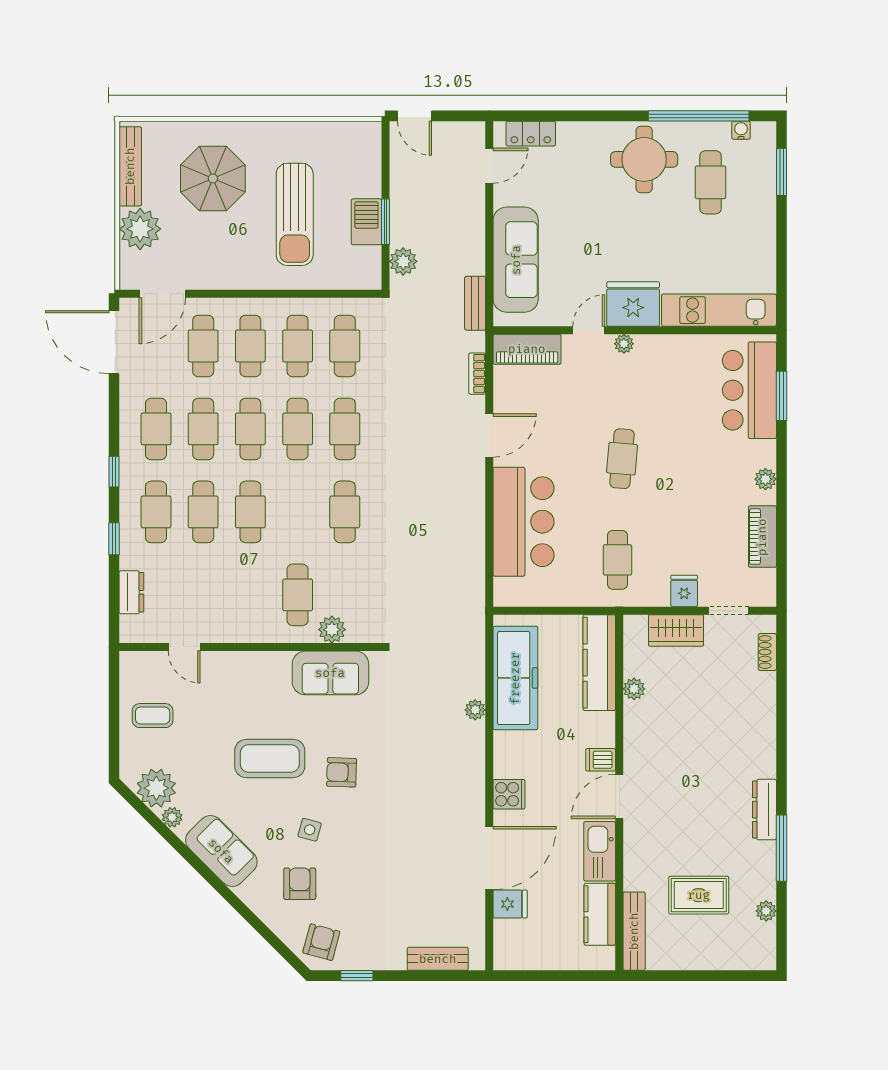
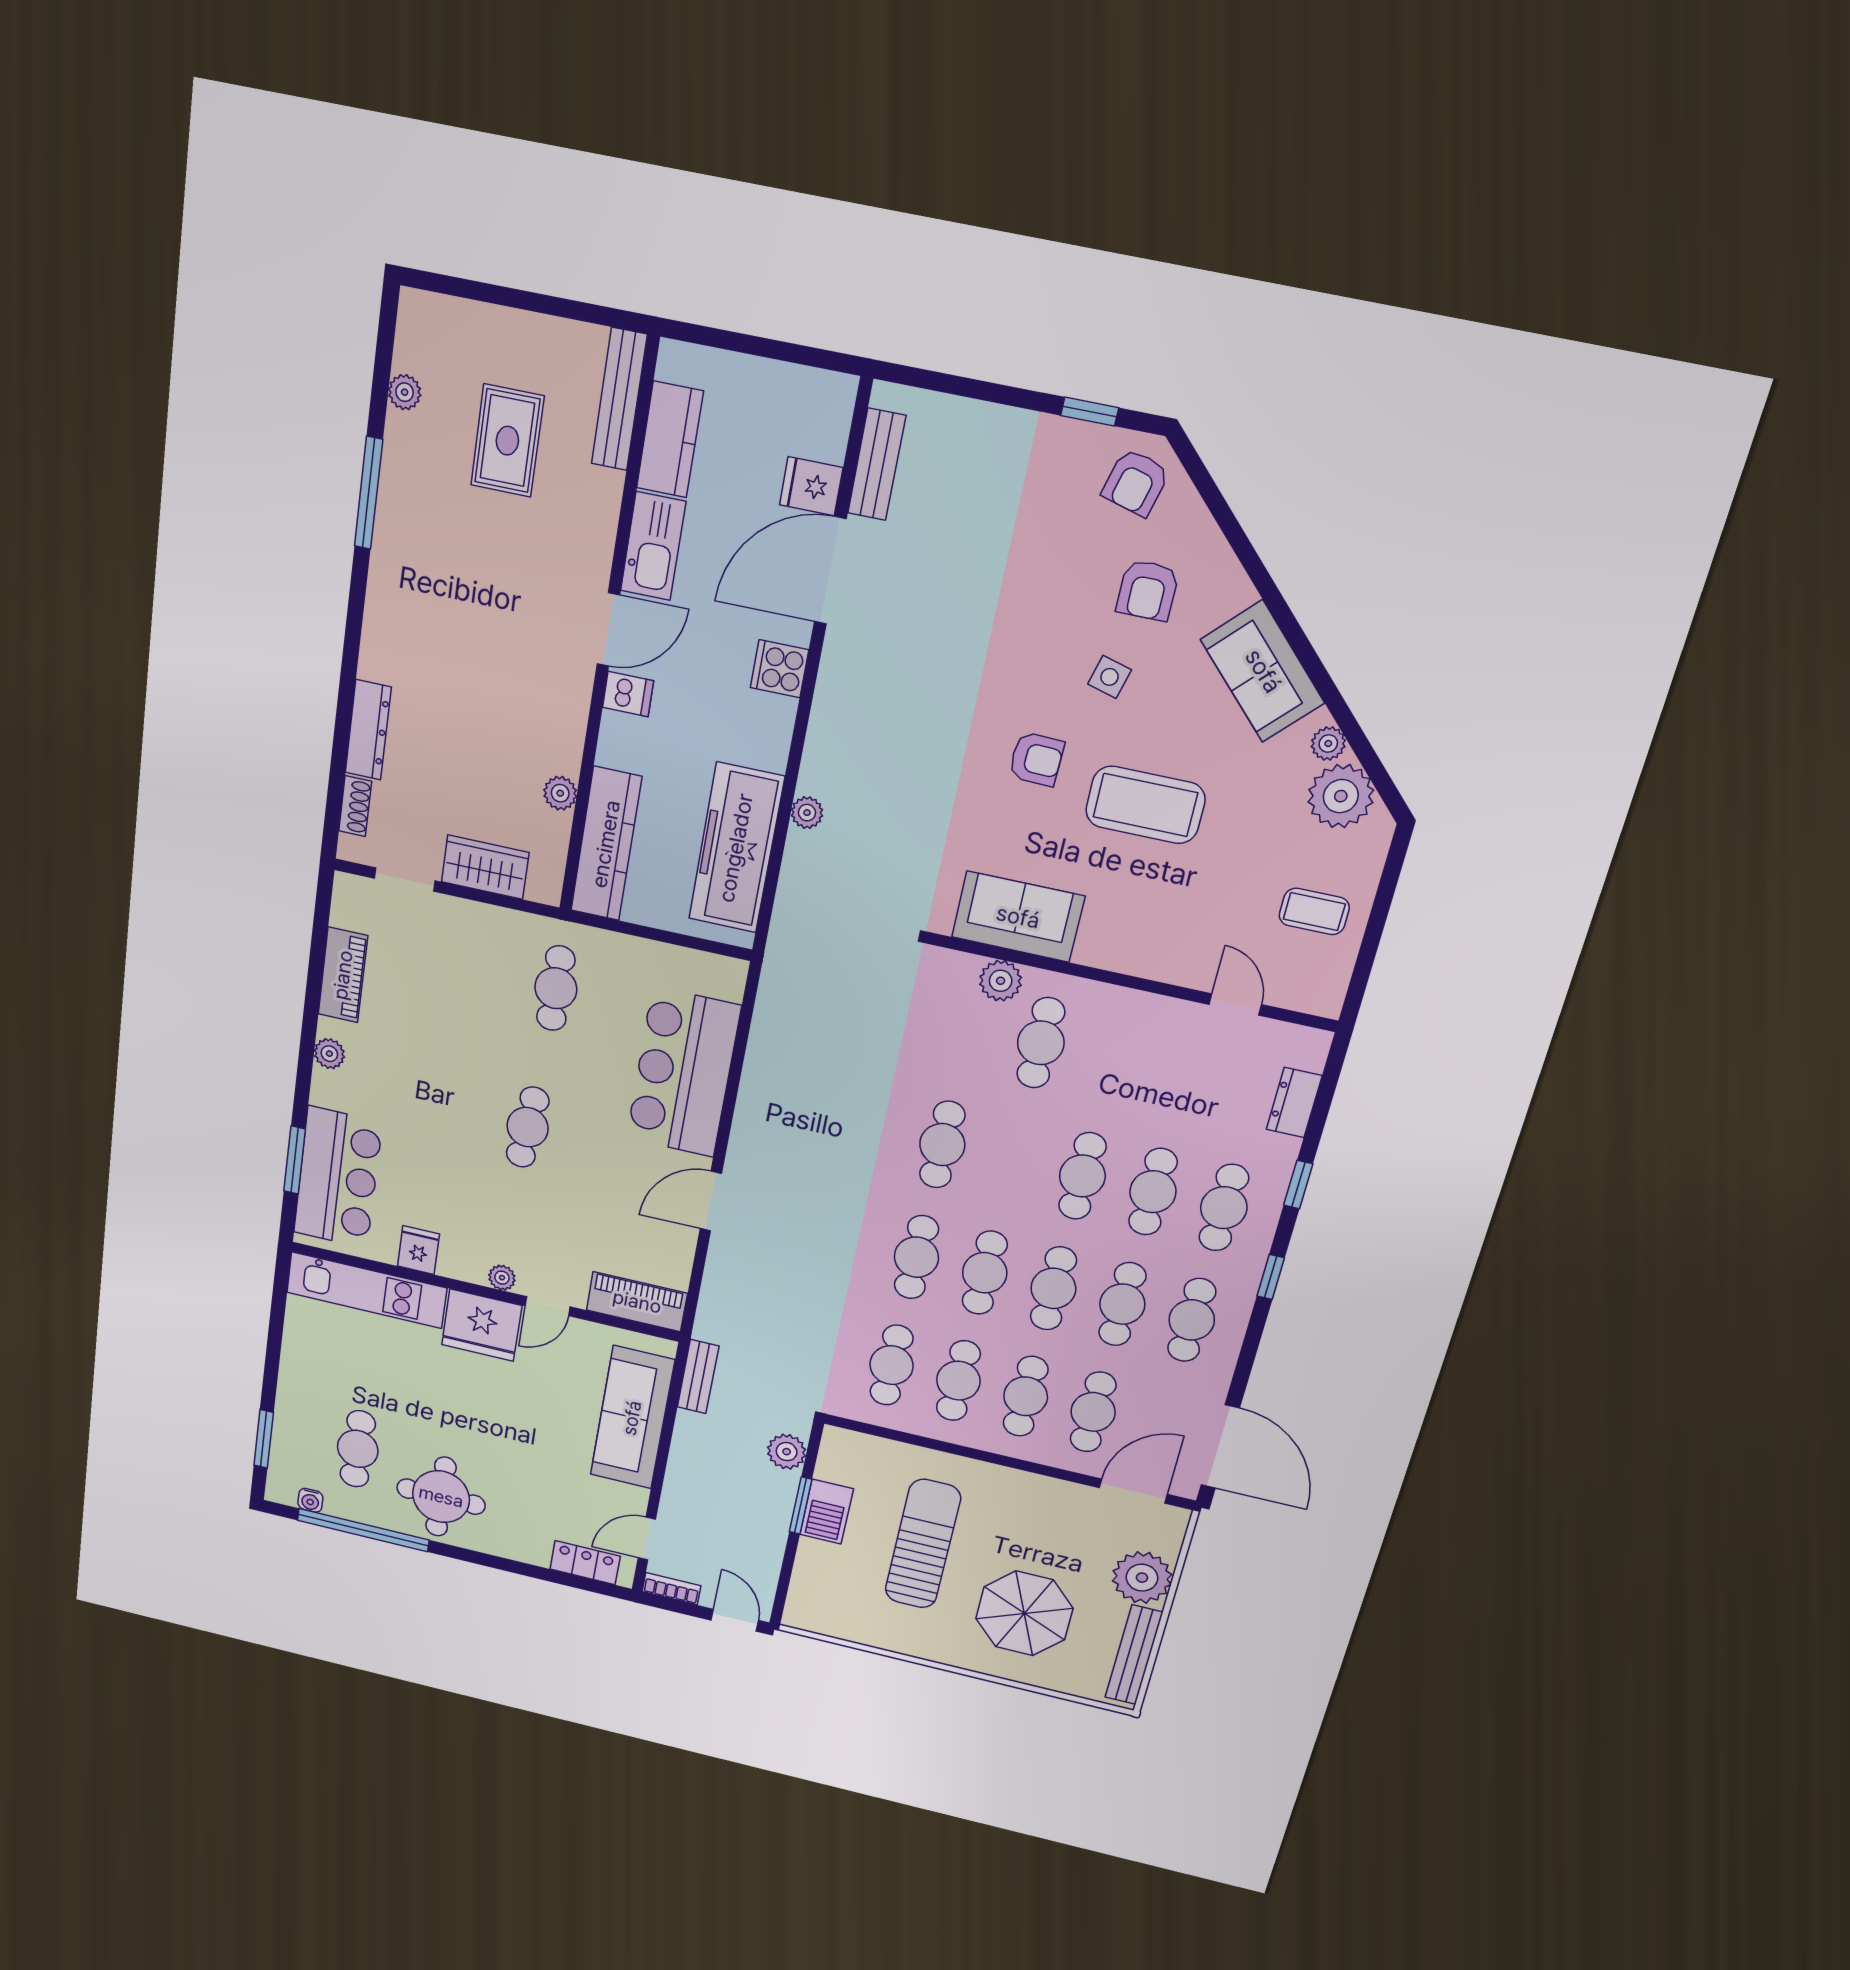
bookcase: (477, 374) -> (671, 1589), moved, turned -90
fridge: (684, 591) -> (418, 1250), moved, turned 180
dresser: (764, 810) -> (368, 730), moved
rug: (699, 895) -> (507, 441), turned 90
bench: (438, 959) -> (877, 464), moved, turned 90

